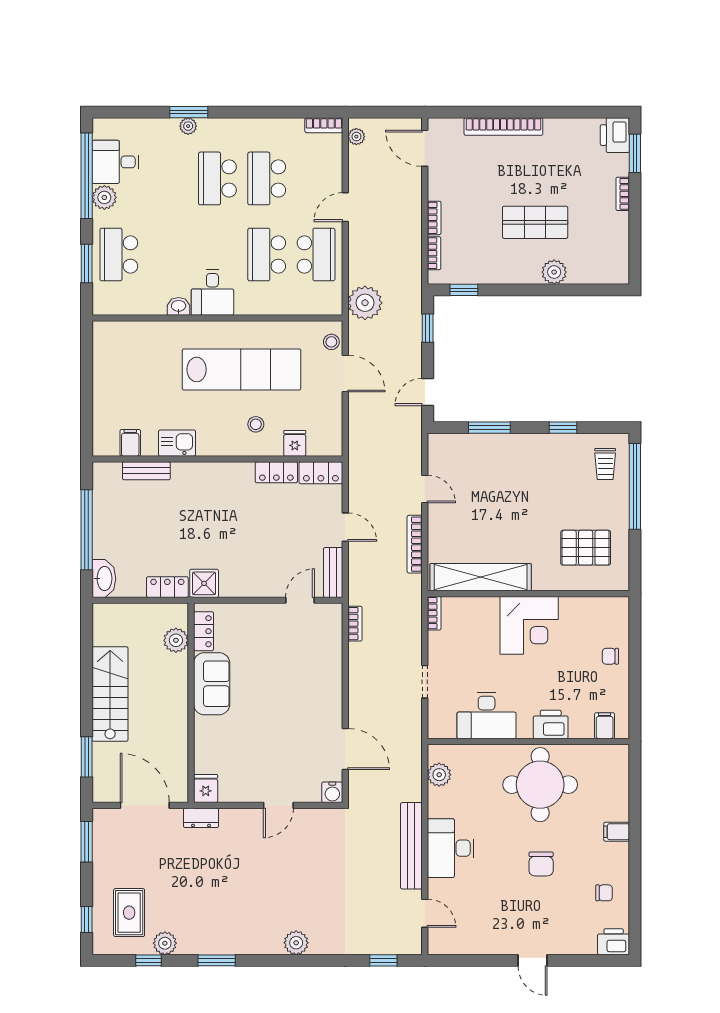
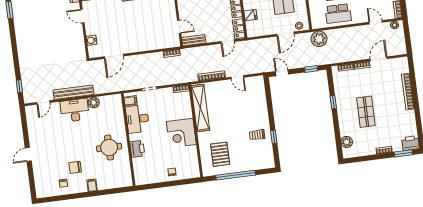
door: (425, 148) -> (379, 59), moved
door: (345, 207) -> (376, 22), moved
plant: (554, 272) -> (347, 142), moved
window: (464, 290) -> (333, 102), moved
window: (489, 428) -> (269, 103), removed
trolley: (605, 464) -> (257, 135), moved
window: (635, 486) -> (236, 175), moved
door: (425, 489) -> (237, 77), hinge flipped
door: (345, 527) -> (228, 42), moved
filing cabinet: (605, 726) -> (130, 101), moved
plant: (439, 775) -> (94, 103), moved
round table: (540, 785) -> (109, 148), width x0.73, depth x0.73
water cooler: (332, 792) -> (92, 40), moved
door: (278, 805) -> (82, 16), moved
chair: (541, 864) -> (75, 167), moved
printer: (614, 942) -> (42, 190), removed
plant: (296, 943) -> (22, 45), removed

